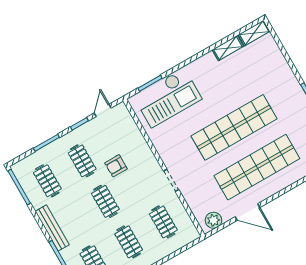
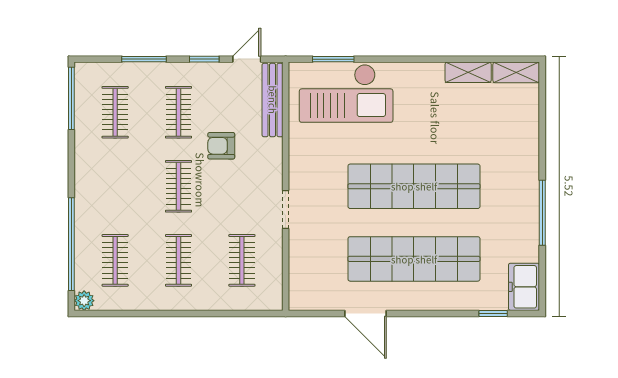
plant: (213, 220) -> (312, 298), removed
bench: (52, 228) -> (273, 100), moved

